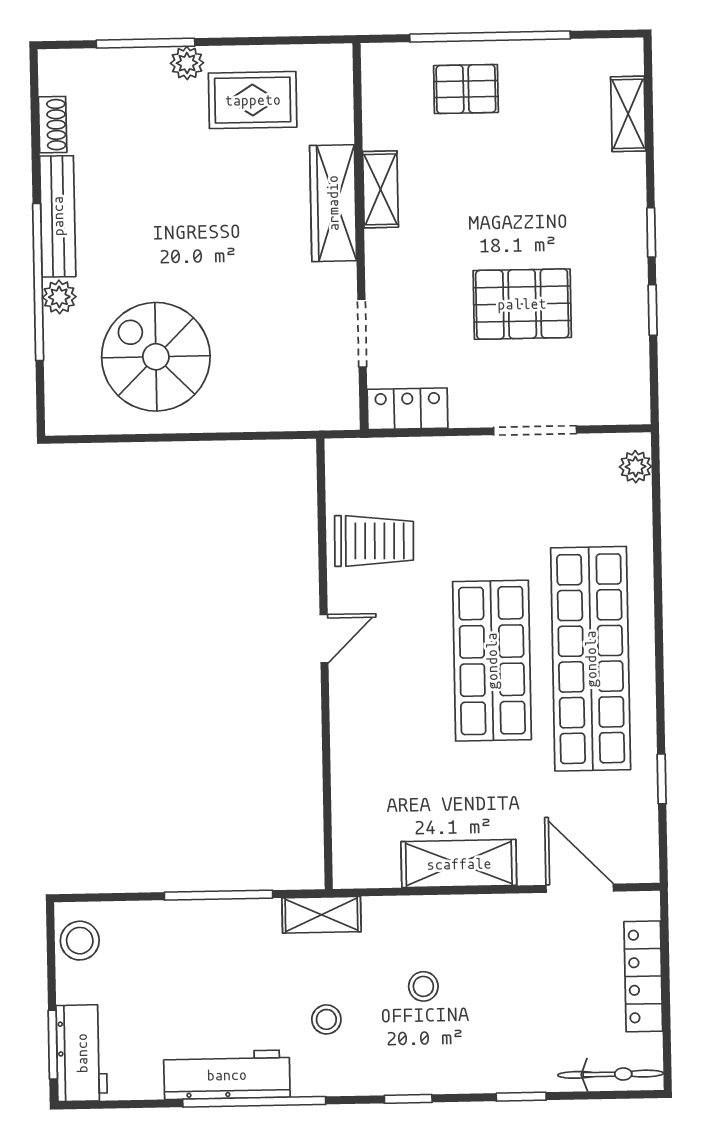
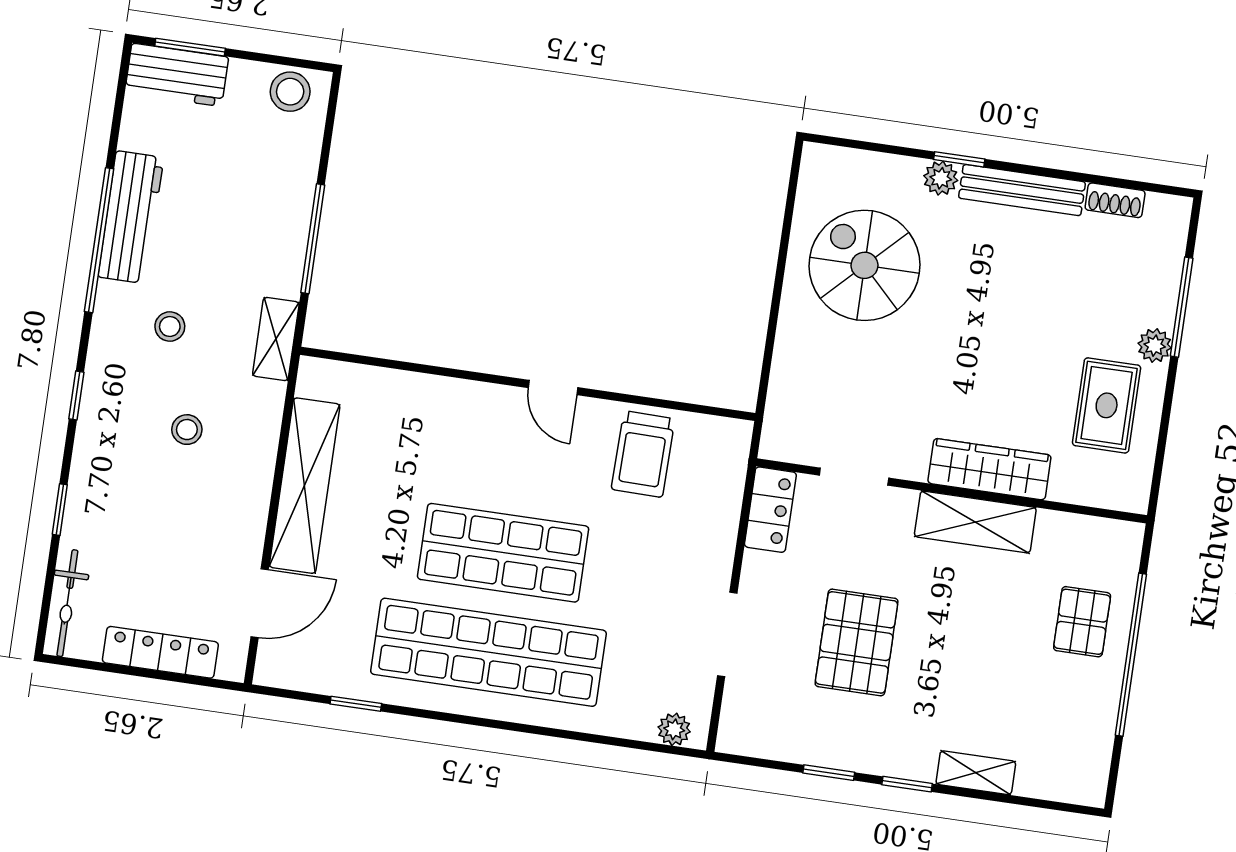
shelving: (628, 114) -> (976, 773), moved
shelving: (380, 189) -> (975, 522), width x1.50, depth x1.33
window: (38, 282) -> (959, 159), width x0.32
spiral stairs: (156, 357) -> (864, 265), turned -90
shelving: (459, 864) -> (305, 486), width x1.47

